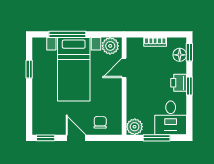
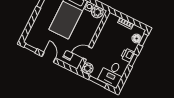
door: (124, 68) -> (87, 53), moved

